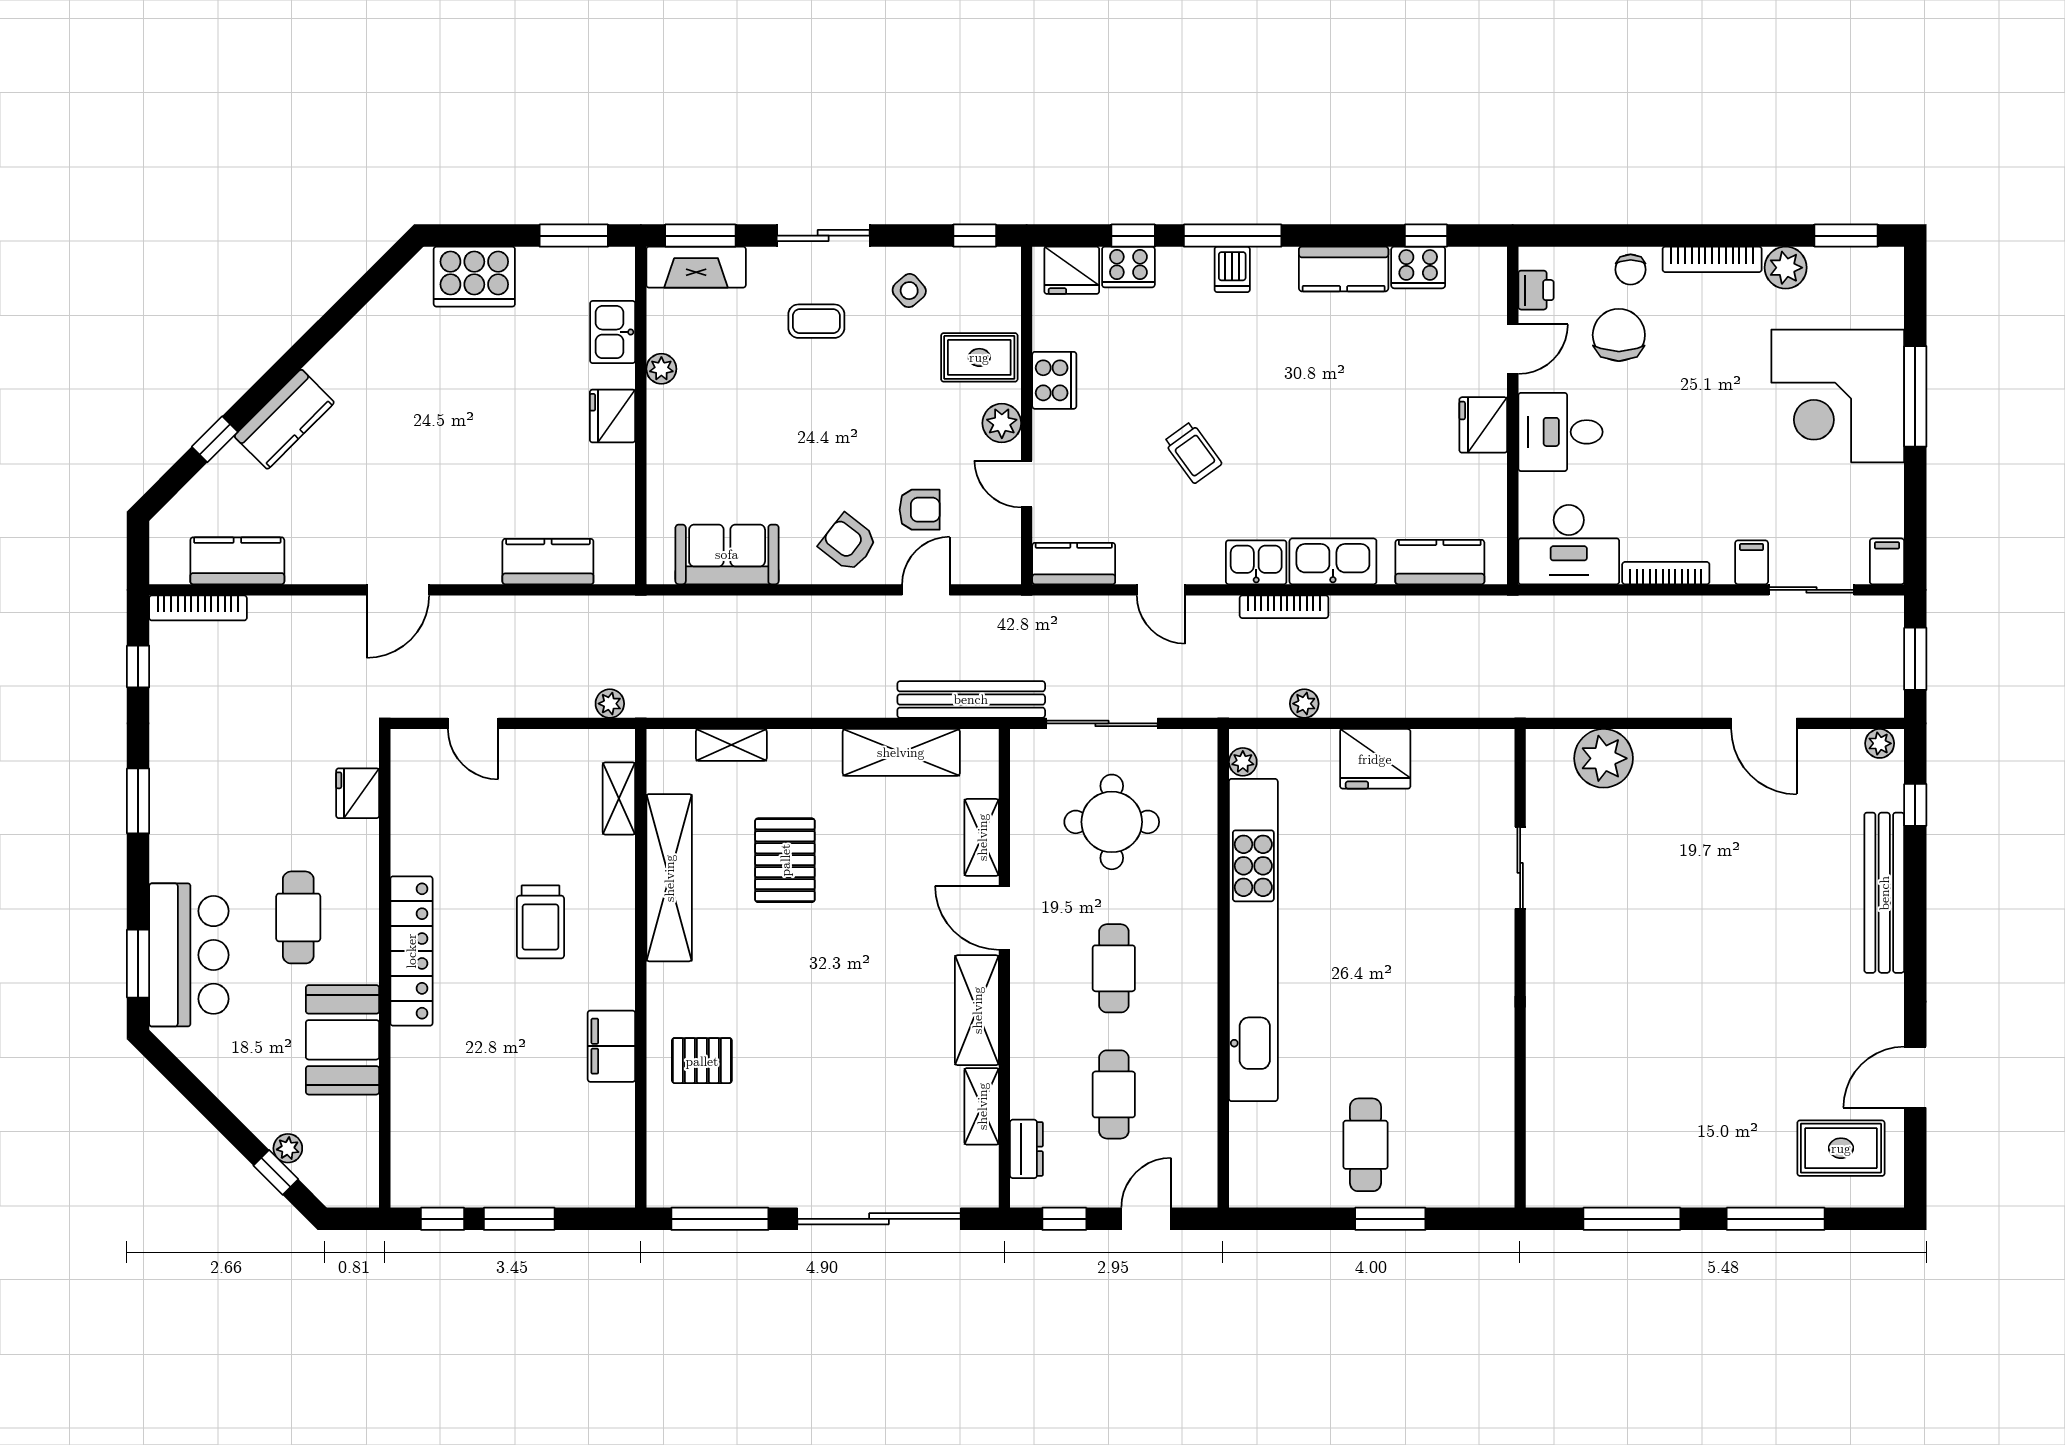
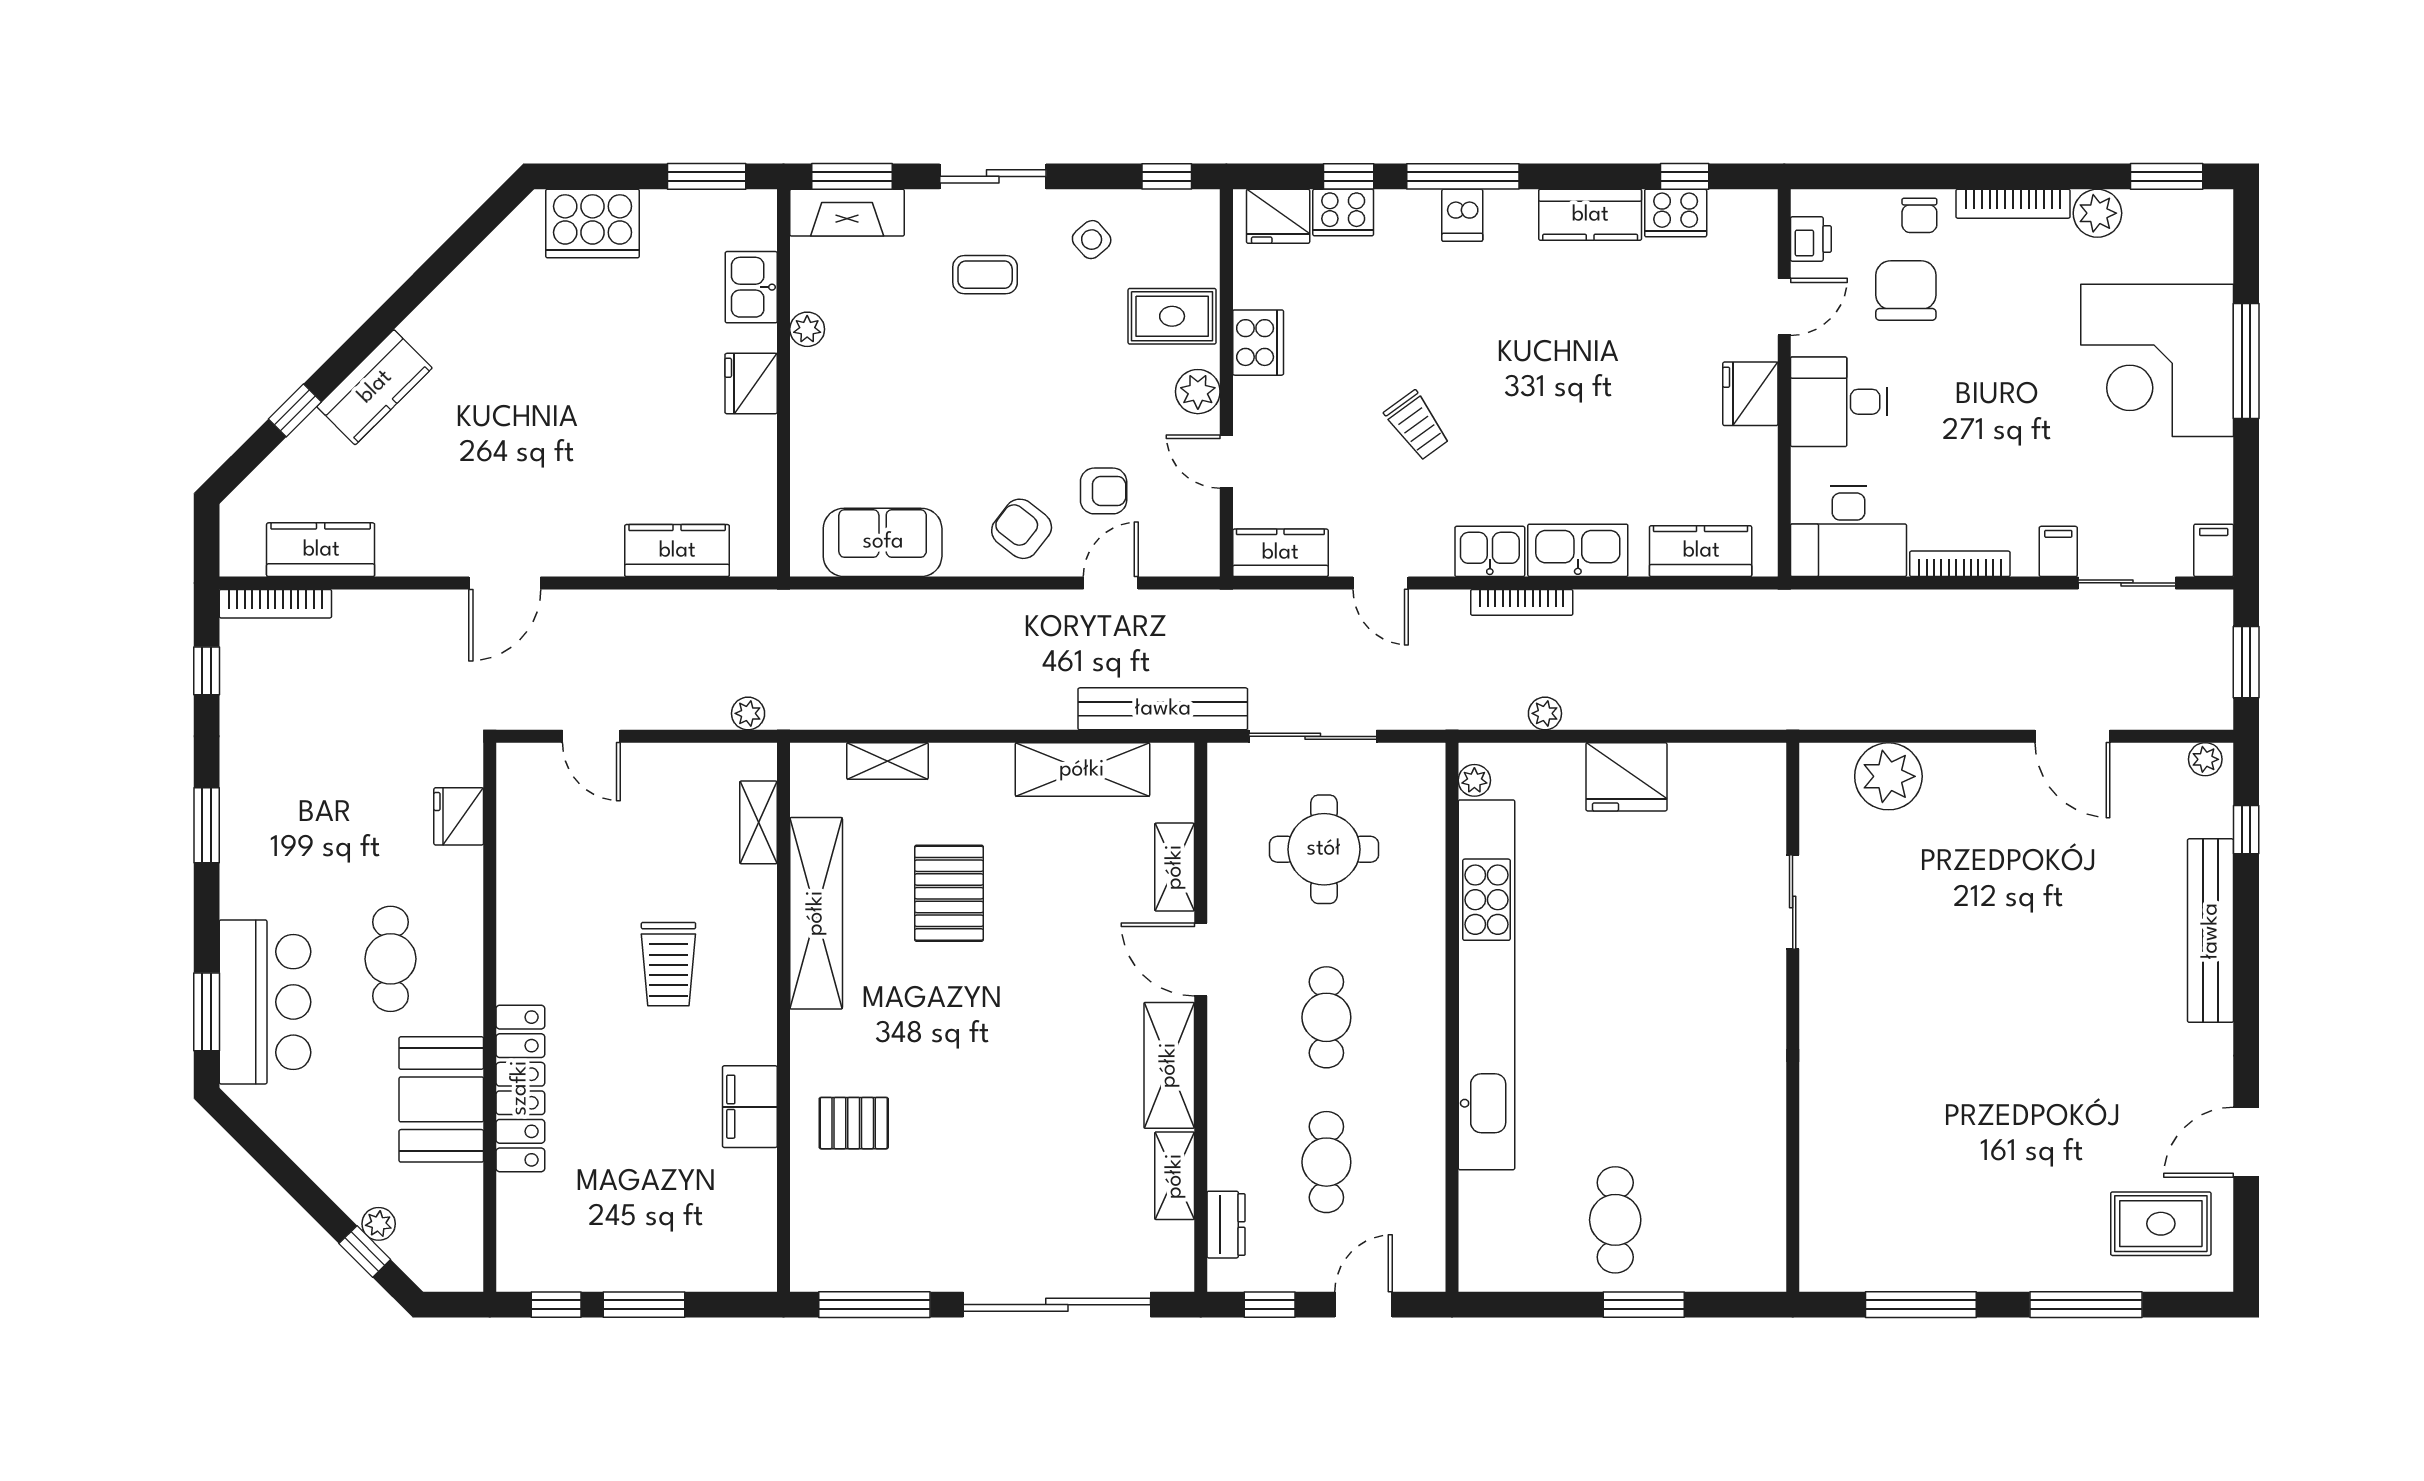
locker: (411, 951) -> (520, 1088), moved

